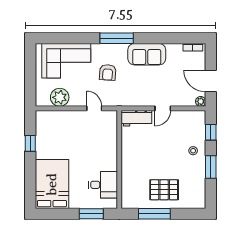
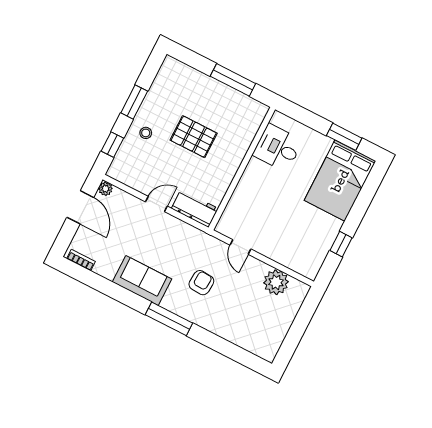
corner sofa: (66, 61) -> (245, 323), removed
pallet: (164, 190) -> (194, 137), moved
window: (91, 214) -> (344, 137), moved

